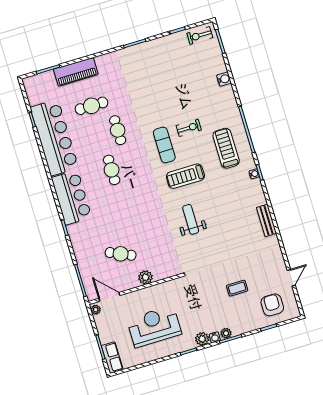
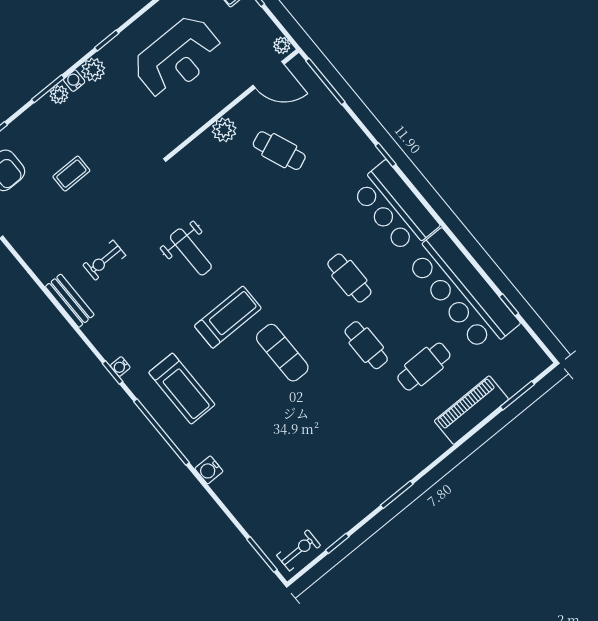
water cooler: (224, 79) -> (209, 470), moved
exercise bike: (189, 128) -> (104, 260), moved
cafe table: (121, 254) -> (279, 151), turned 44

